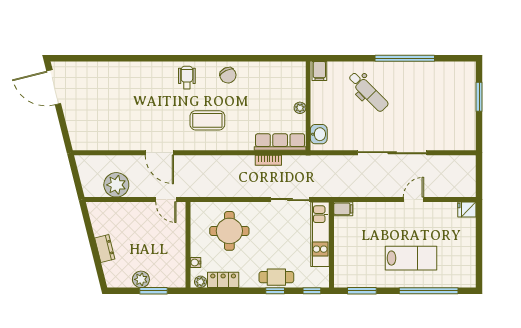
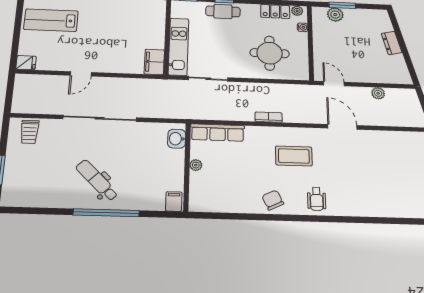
window: (405, 58) -> (106, 213), moved
dental chair: (368, 92) -> (97, 180), moved
trolley: (456, 136) -> (30, 132), added
bookcase: (268, 160) -> (269, 117), moved
plant: (116, 185) -> (378, 93), width x0.53, depth x0.53
filing cabinet: (343, 209) -> (154, 62), width x2.00
lab bench: (411, 258) -> (51, 20), moved
plant: (141, 279) -> (335, 15), moved

